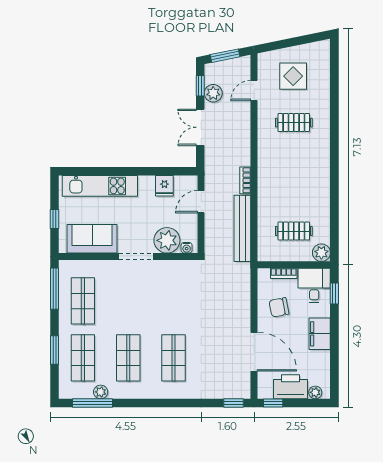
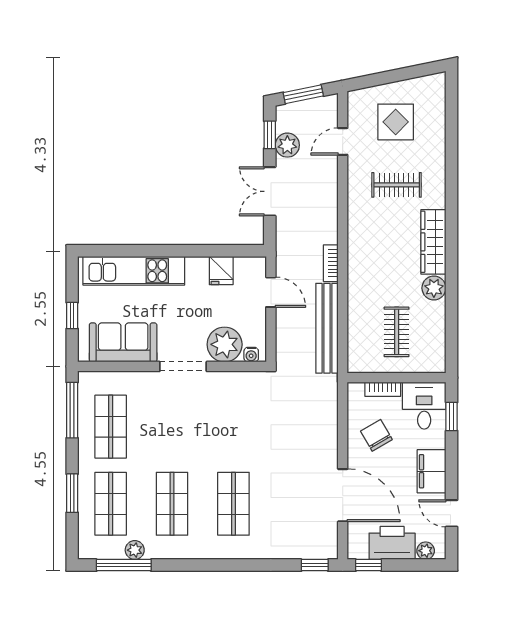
wardrobe: (321, 165) -> (433, 242), added
door: (201, 202) -> (271, 292), swing flipped
clothes rail: (294, 231) -> (397, 332), turned 90
plant: (321, 253) -> (434, 288), moved
chair: (279, 307) -> (376, 435), turned 71
door: (334, 365) -> (452, 513), added

